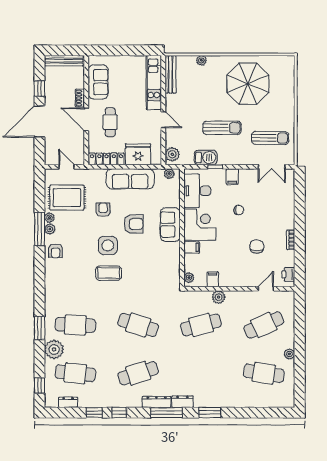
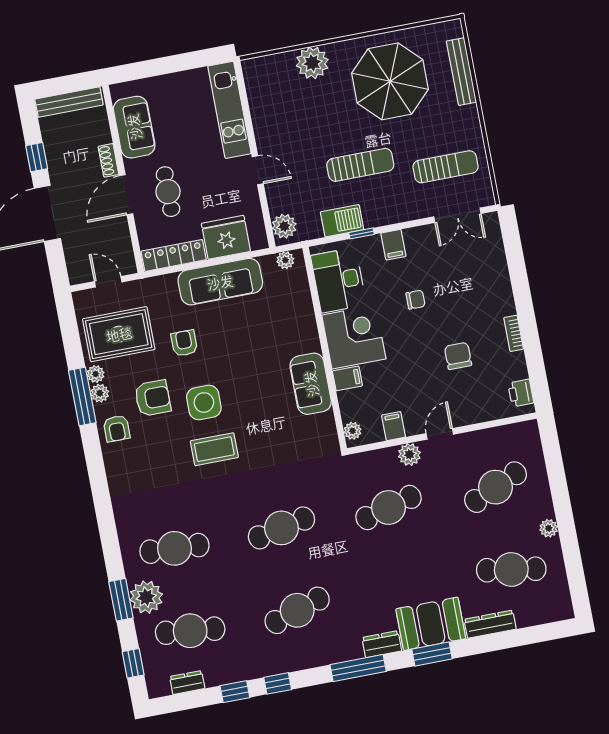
plant: (201, 60) -> (312, 63), width x1.88, depth x1.88
bench: (171, 74) -> (461, 72), moved
door: (86, 119) -> (126, 195), hinge flipped
armchair: (134, 224) -> (153, 398), moved
sofa: (170, 225) -> (311, 384), moved
door: (266, 289) -> (440, 434), moved
cafe table: (138, 325) -> (281, 528), turned -30
window: (40, 328) -> (121, 600), moved
booth: (212, 395) -> (431, 624), added
dresser: (156, 402) -> (490, 624), moved

